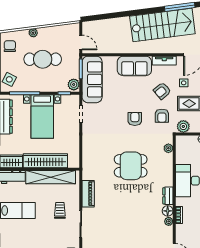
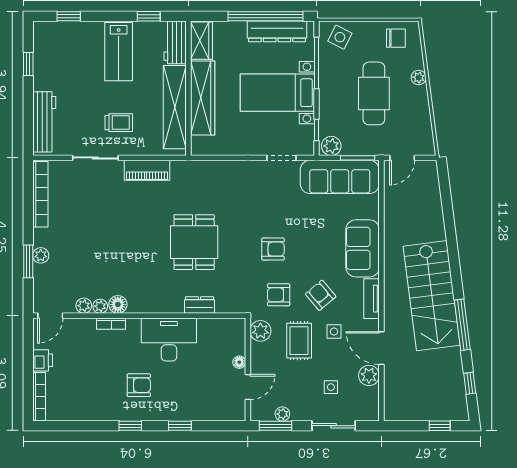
plant: (168, 148) -> (84, 306), moved
dresser: (168, 196) -> (200, 305), moved

